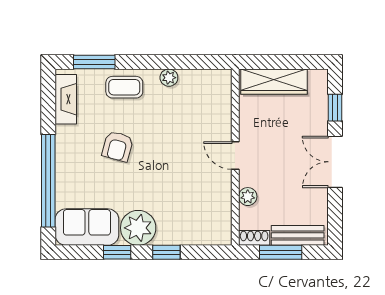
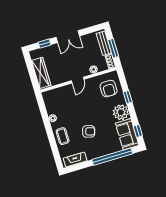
window: (94, 62) -> (56, 152), removed
armchair: (197, 217) -> (109, 89), added
window: (117, 252) -> (138, 131), moved

